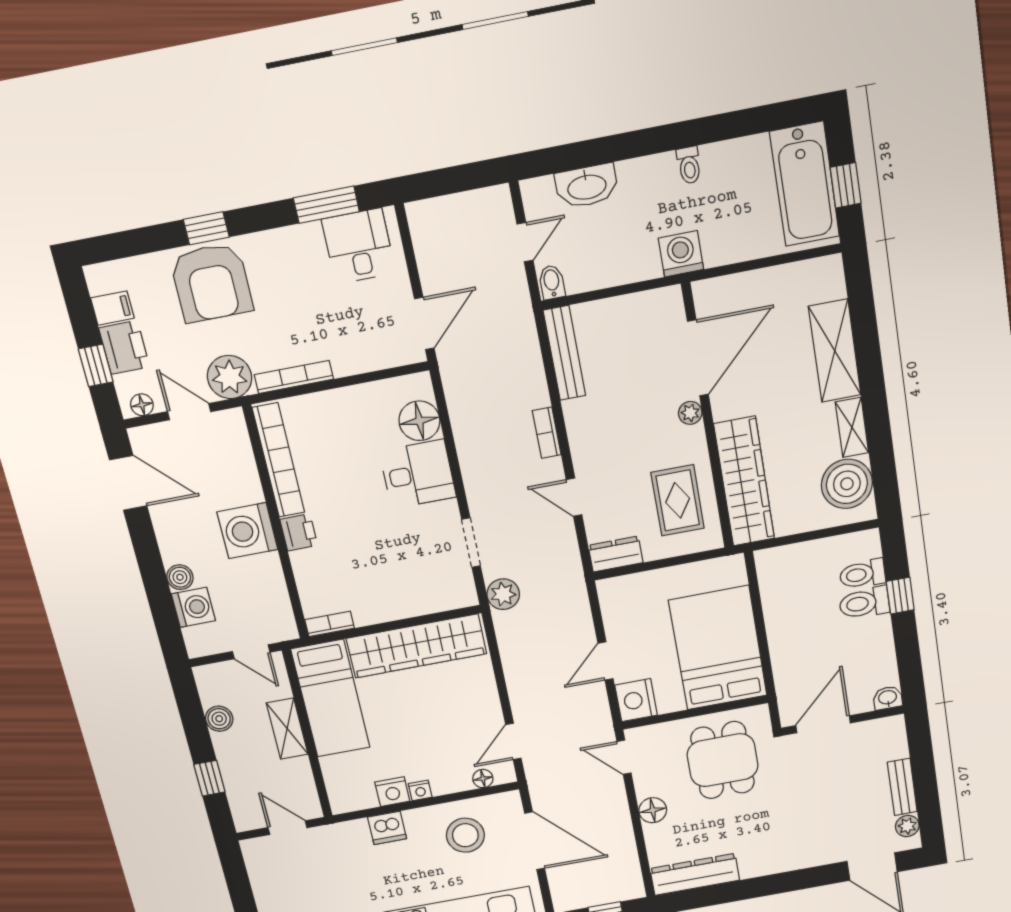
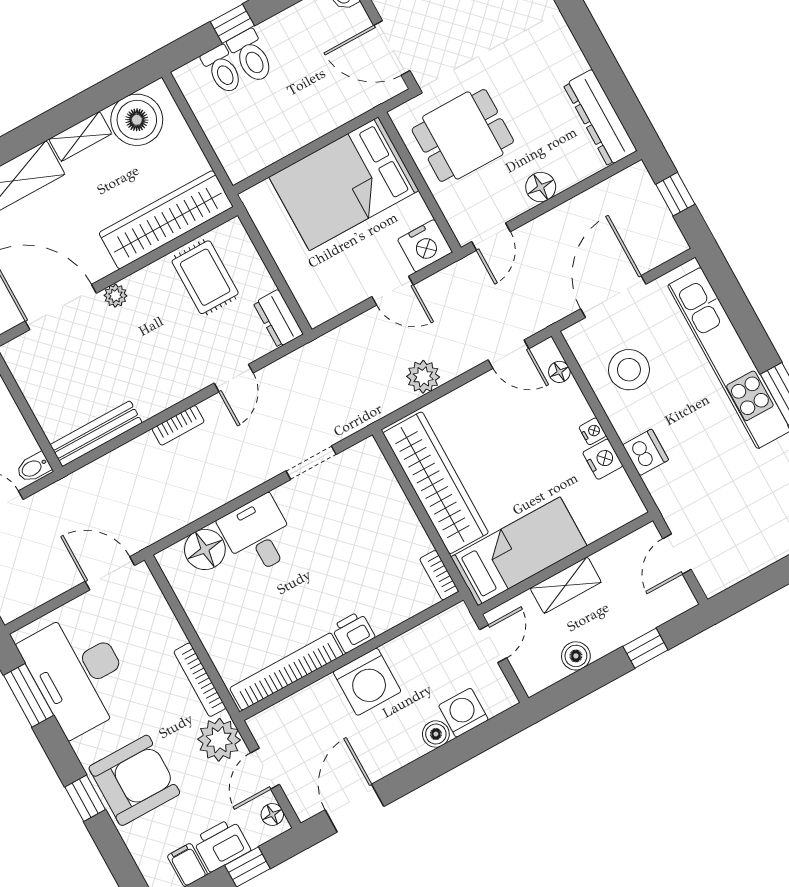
desk: (359, 246) -> (78, 673), width x1.87, depth x1.30
rug: (678, 500) -> (205, 277), turned 90
plant: (503, 594) -> (423, 377), moved

